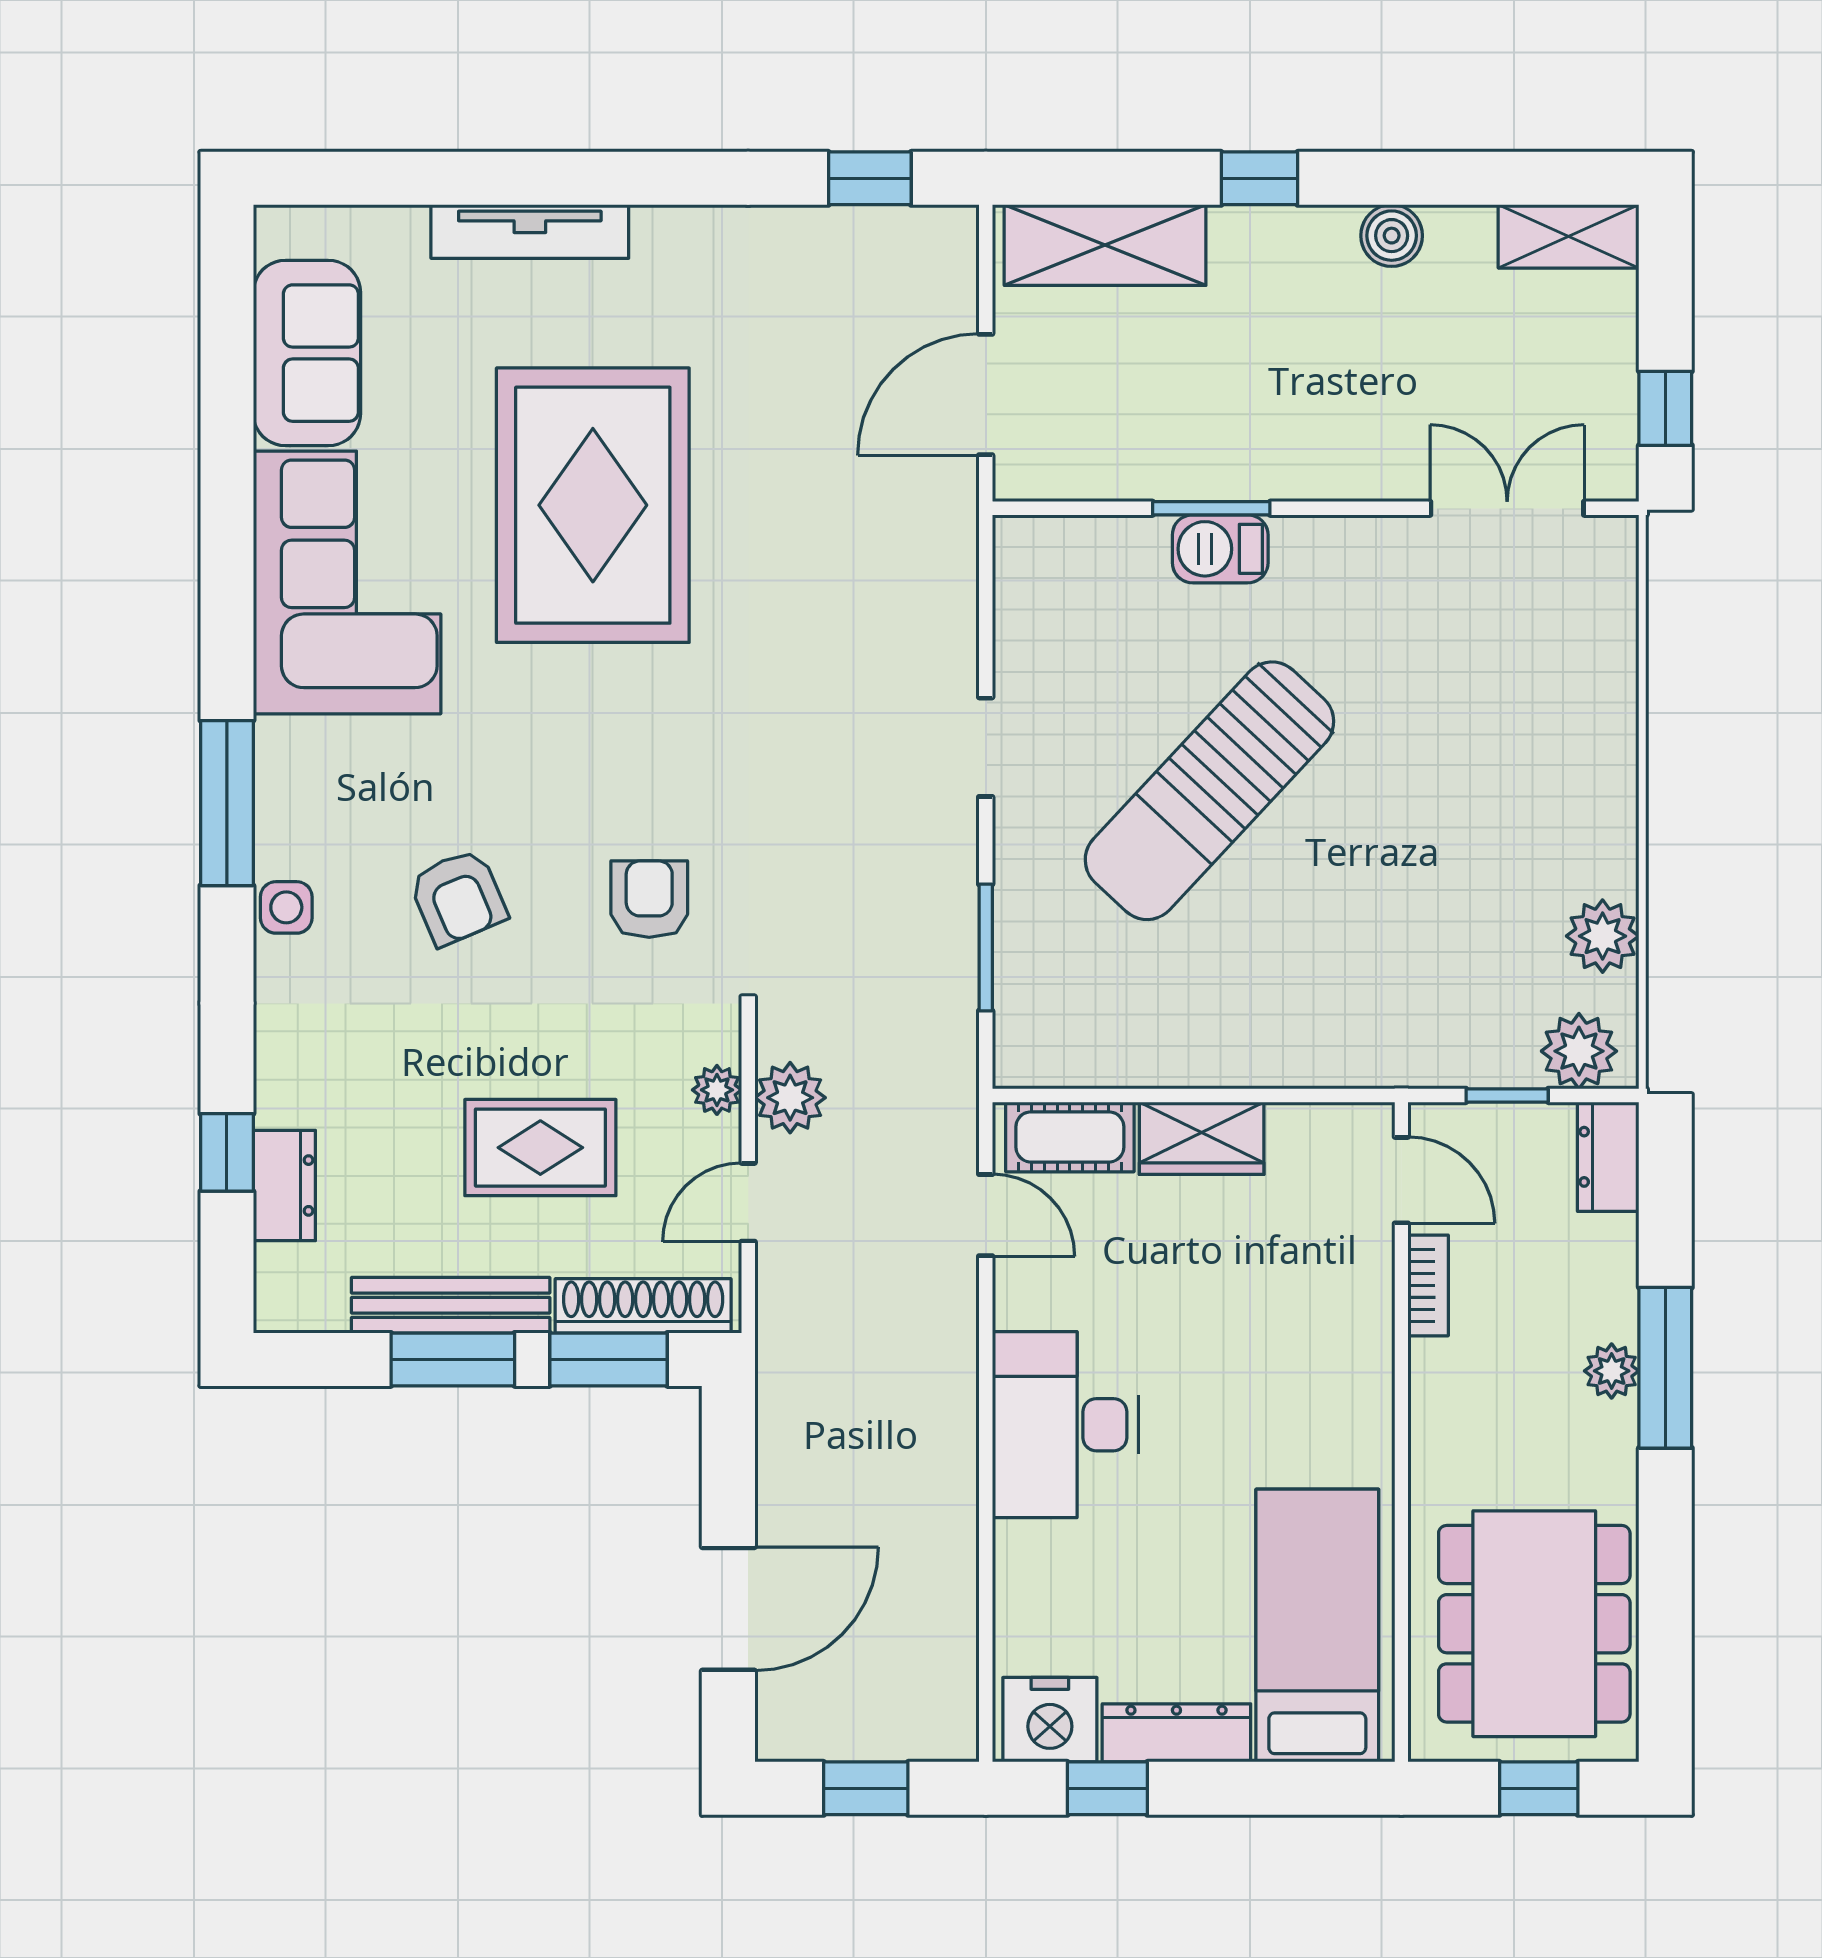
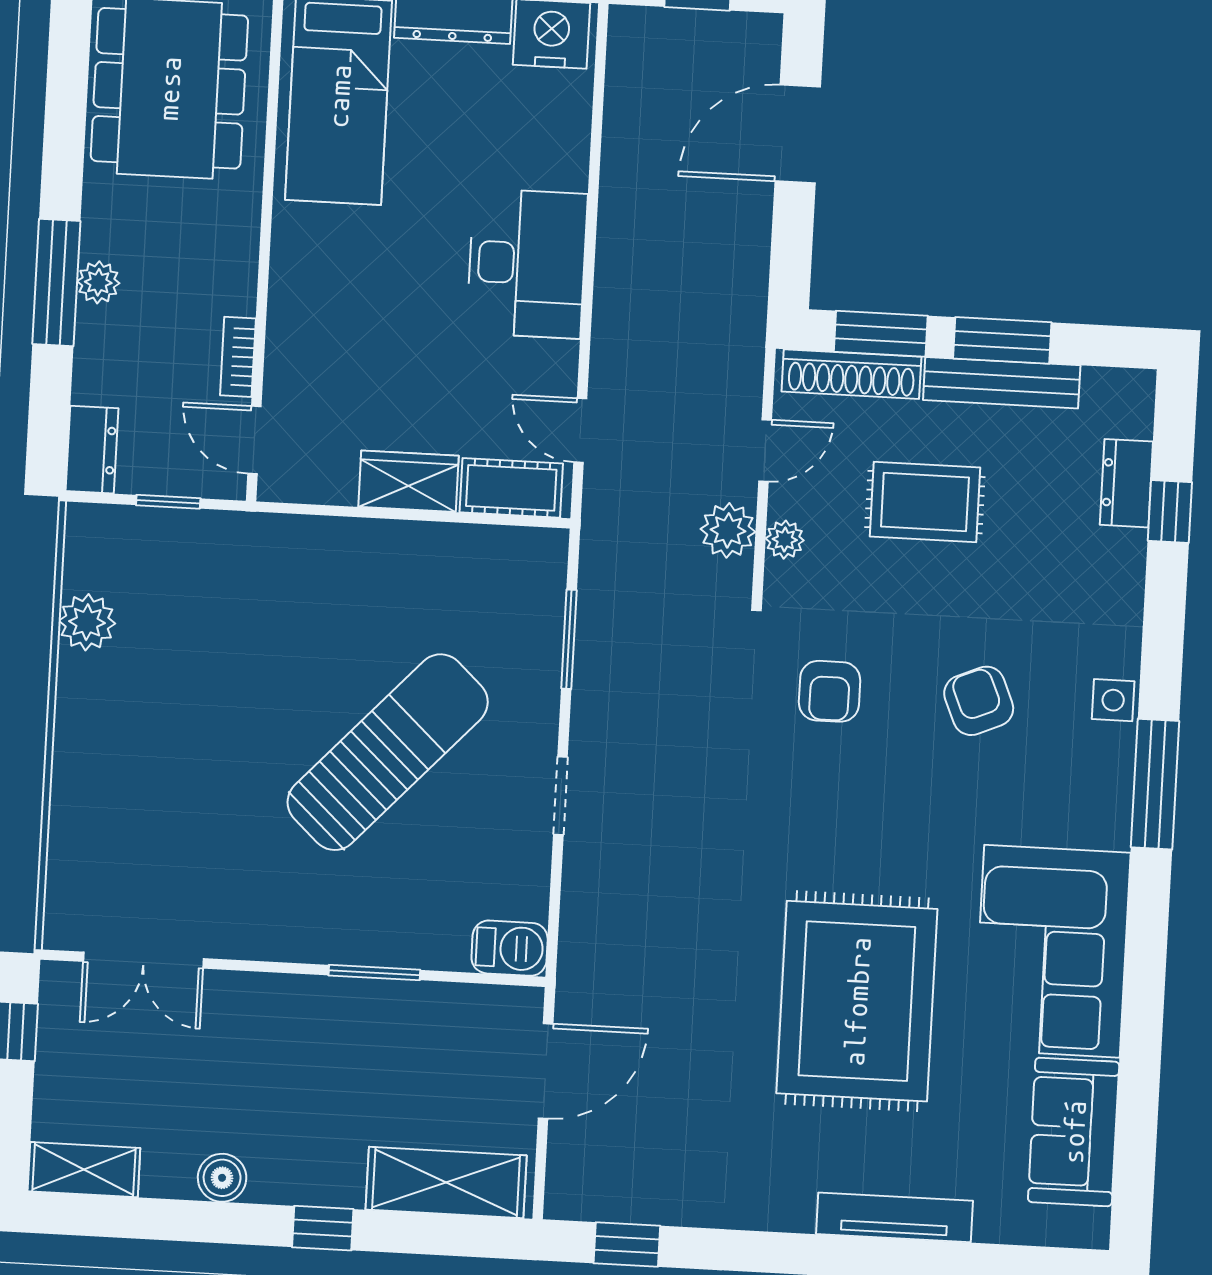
barbecue: (1220, 549) -> (510, 948), moved
plant: (1579, 1051) -> (110, 533), removed

